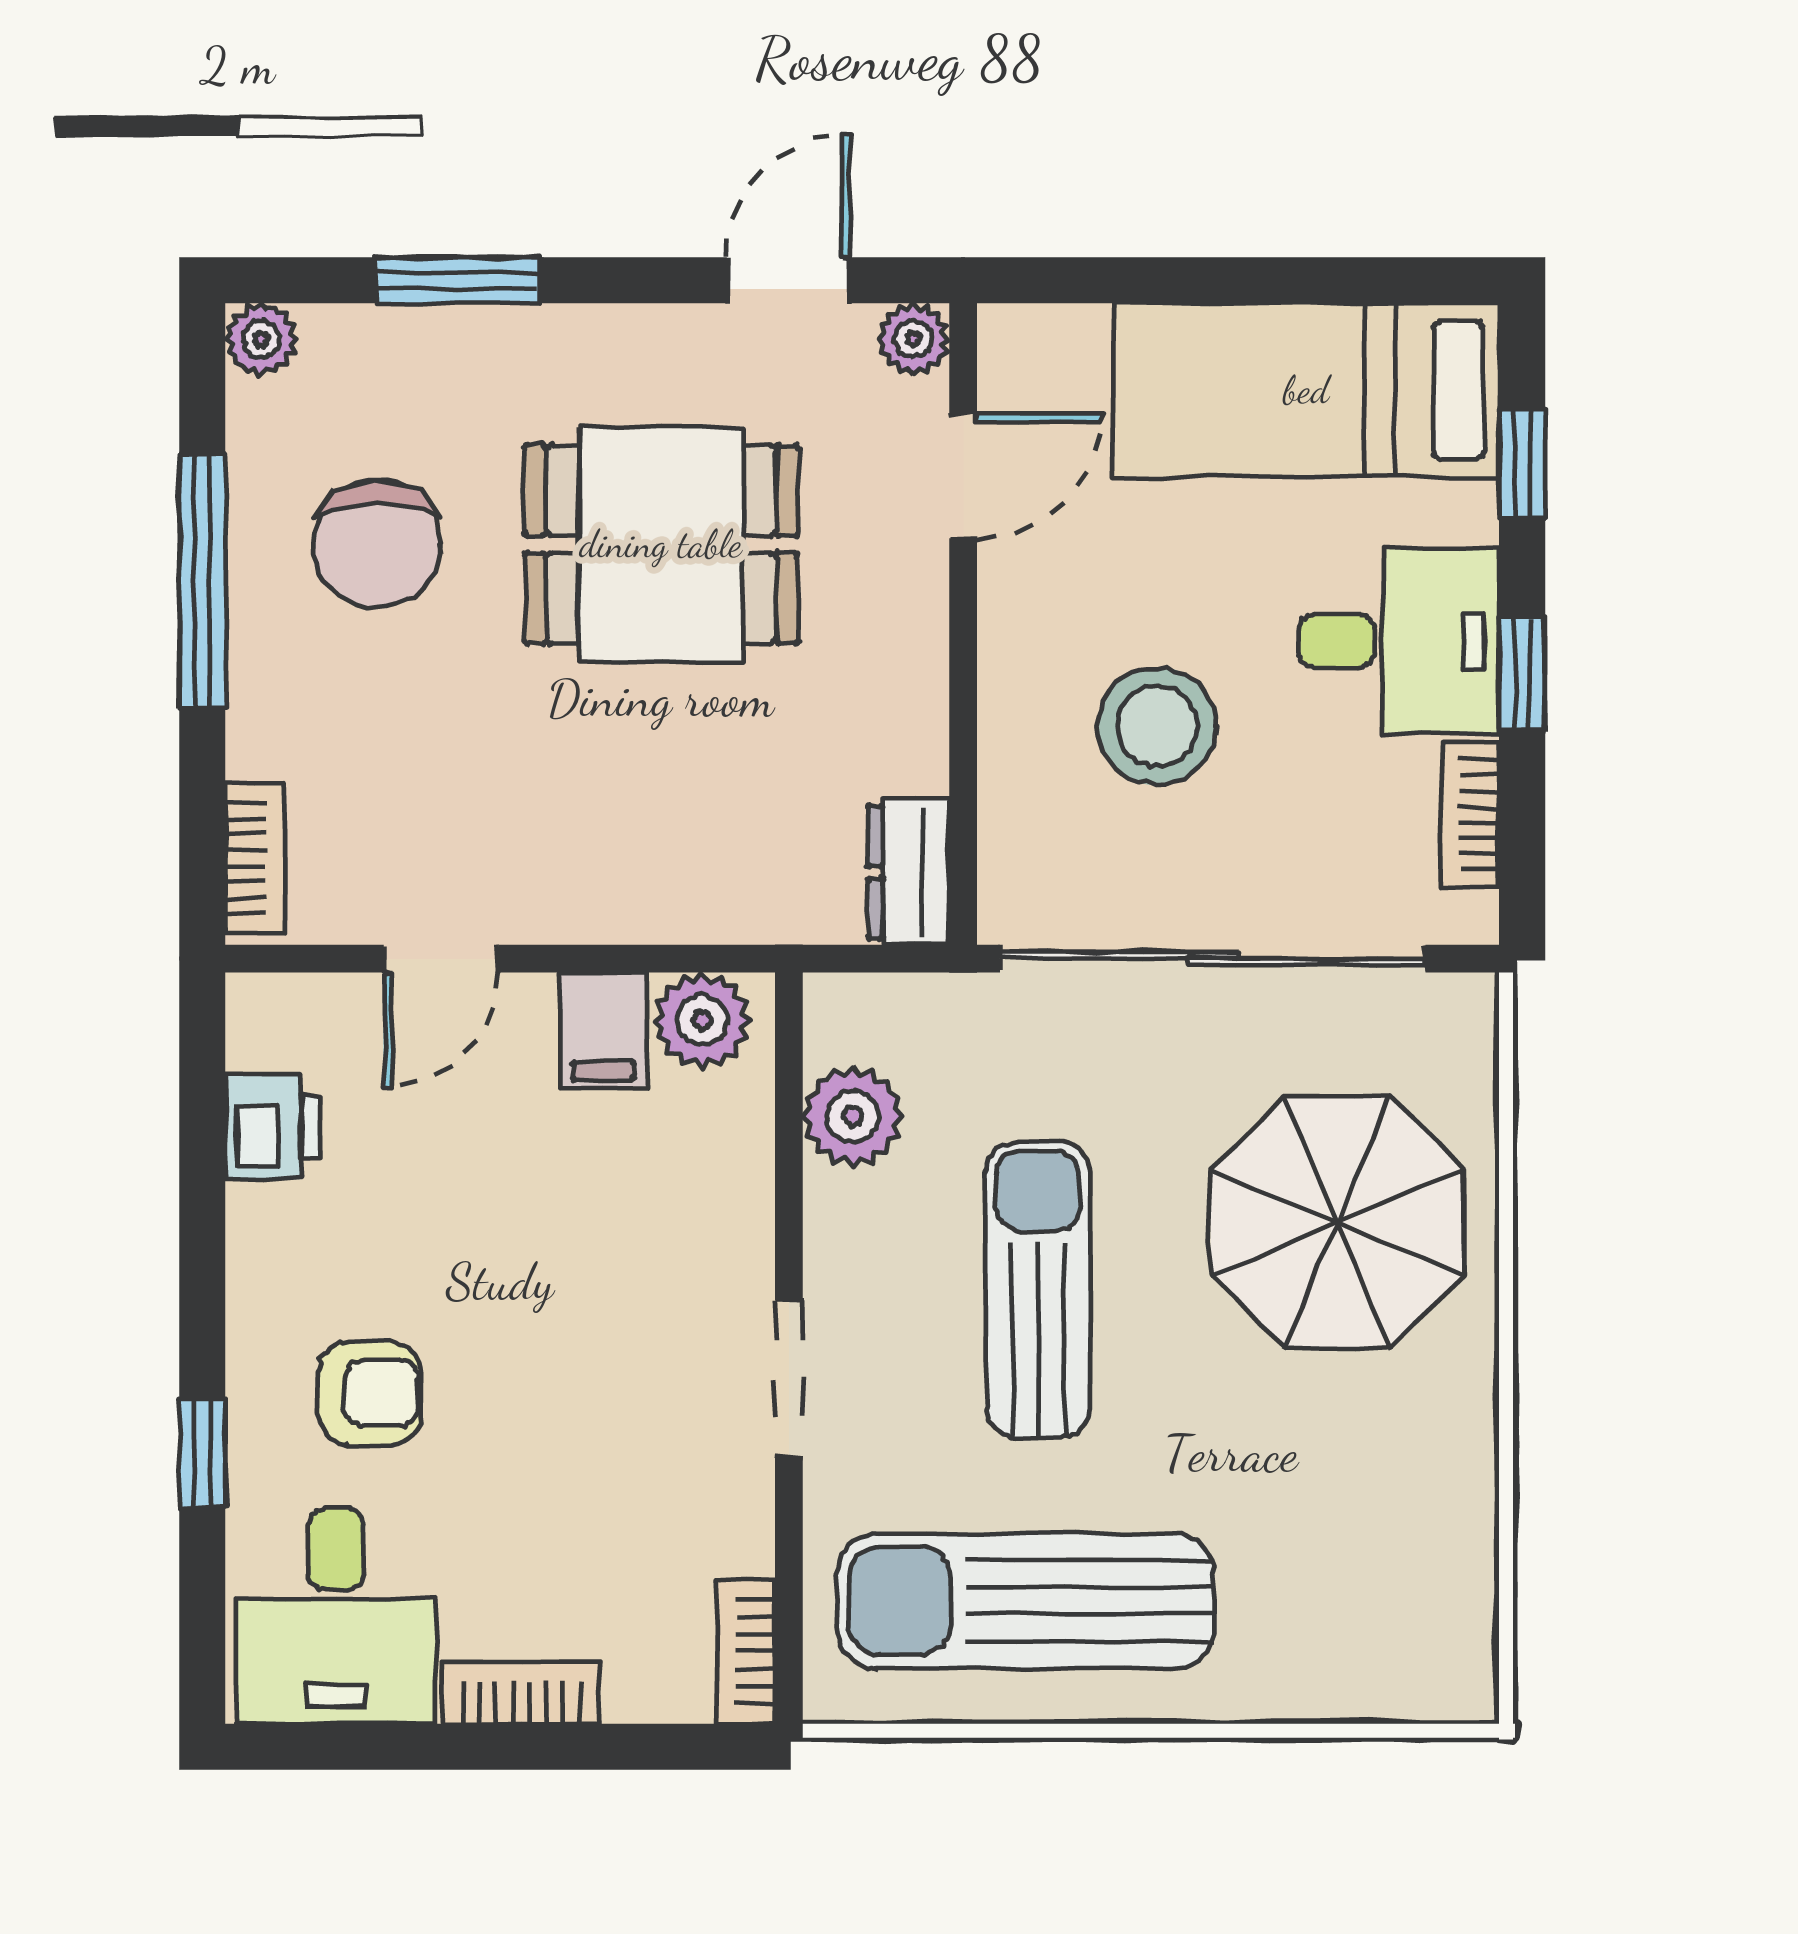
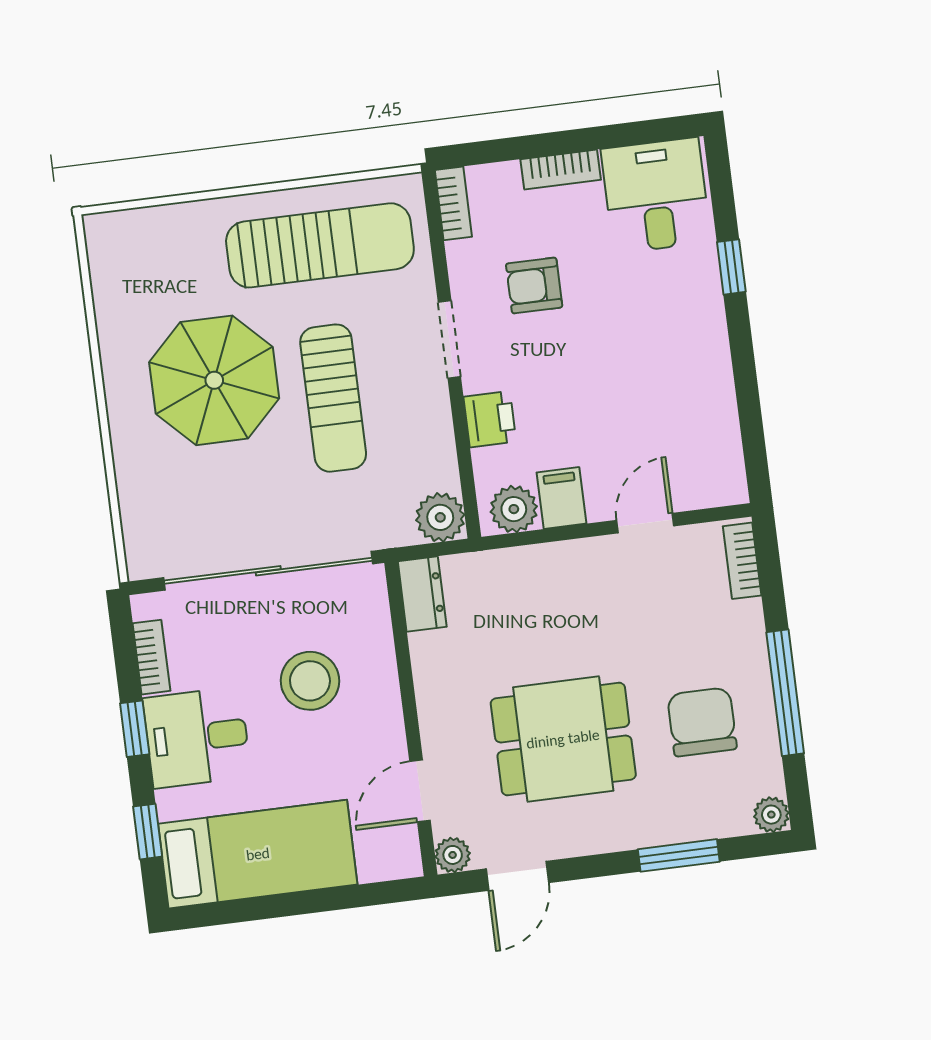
plant: (853, 1116) -> (440, 517), moved
printer: (273, 1127) -> (490, 419), moved, turned 180
parasol: (1337, 1222) -> (214, 380), moved
armchair: (369, 1393) -> (534, 285), moved

